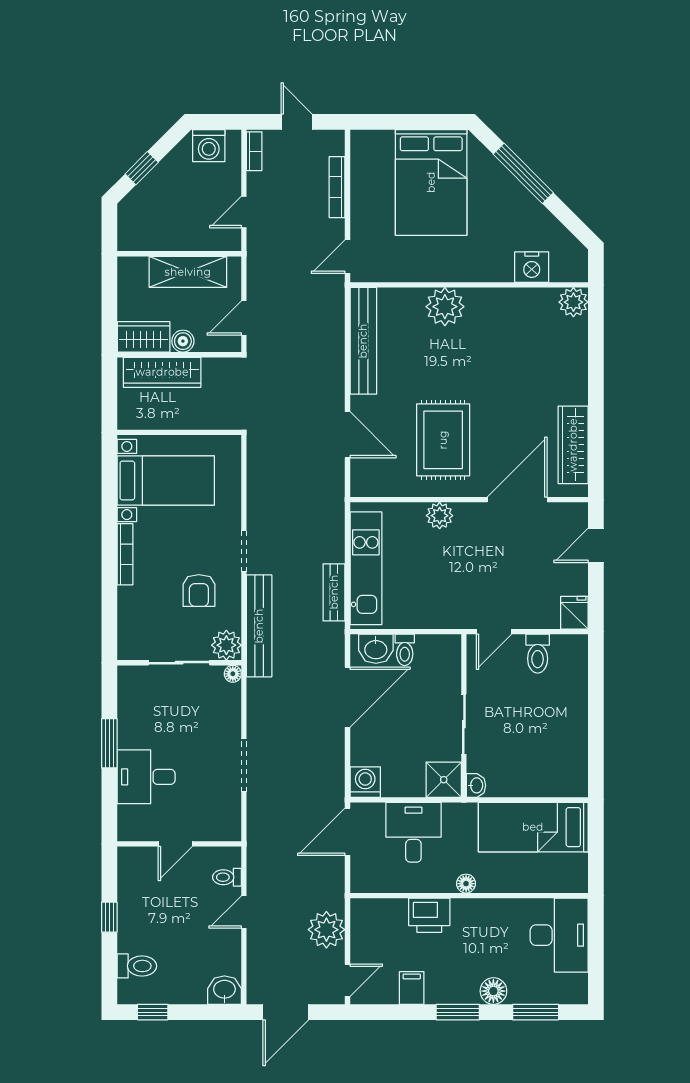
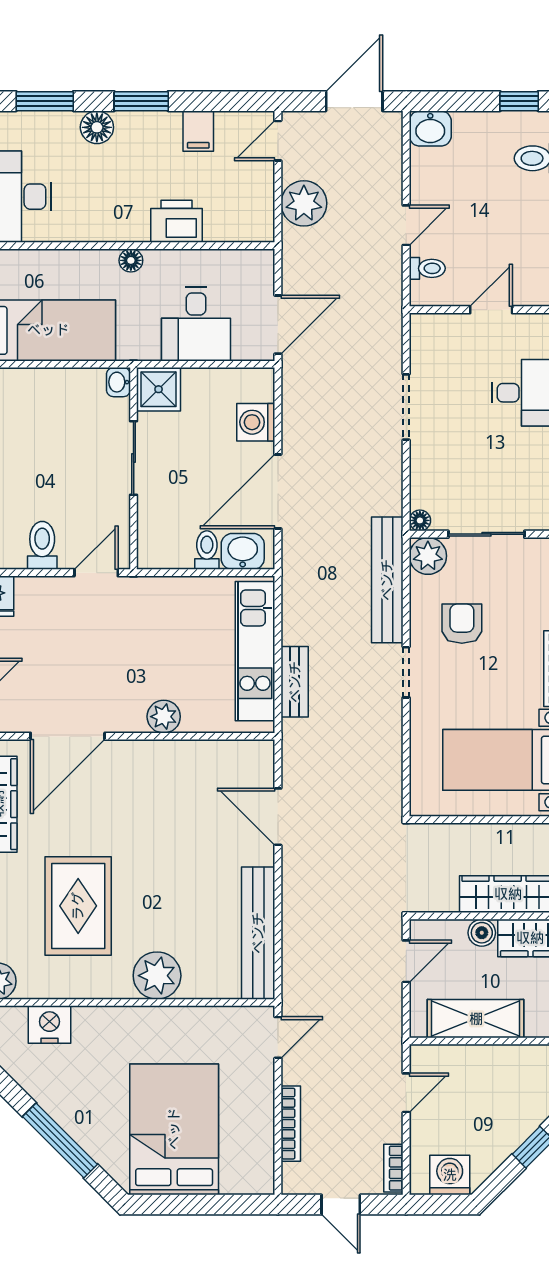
rug: (443, 440) -> (78, 906), moved
bench: (334, 592) -> (295, 682), moved
washing machine: (365, 782) -> (256, 422), moved, turned 90

